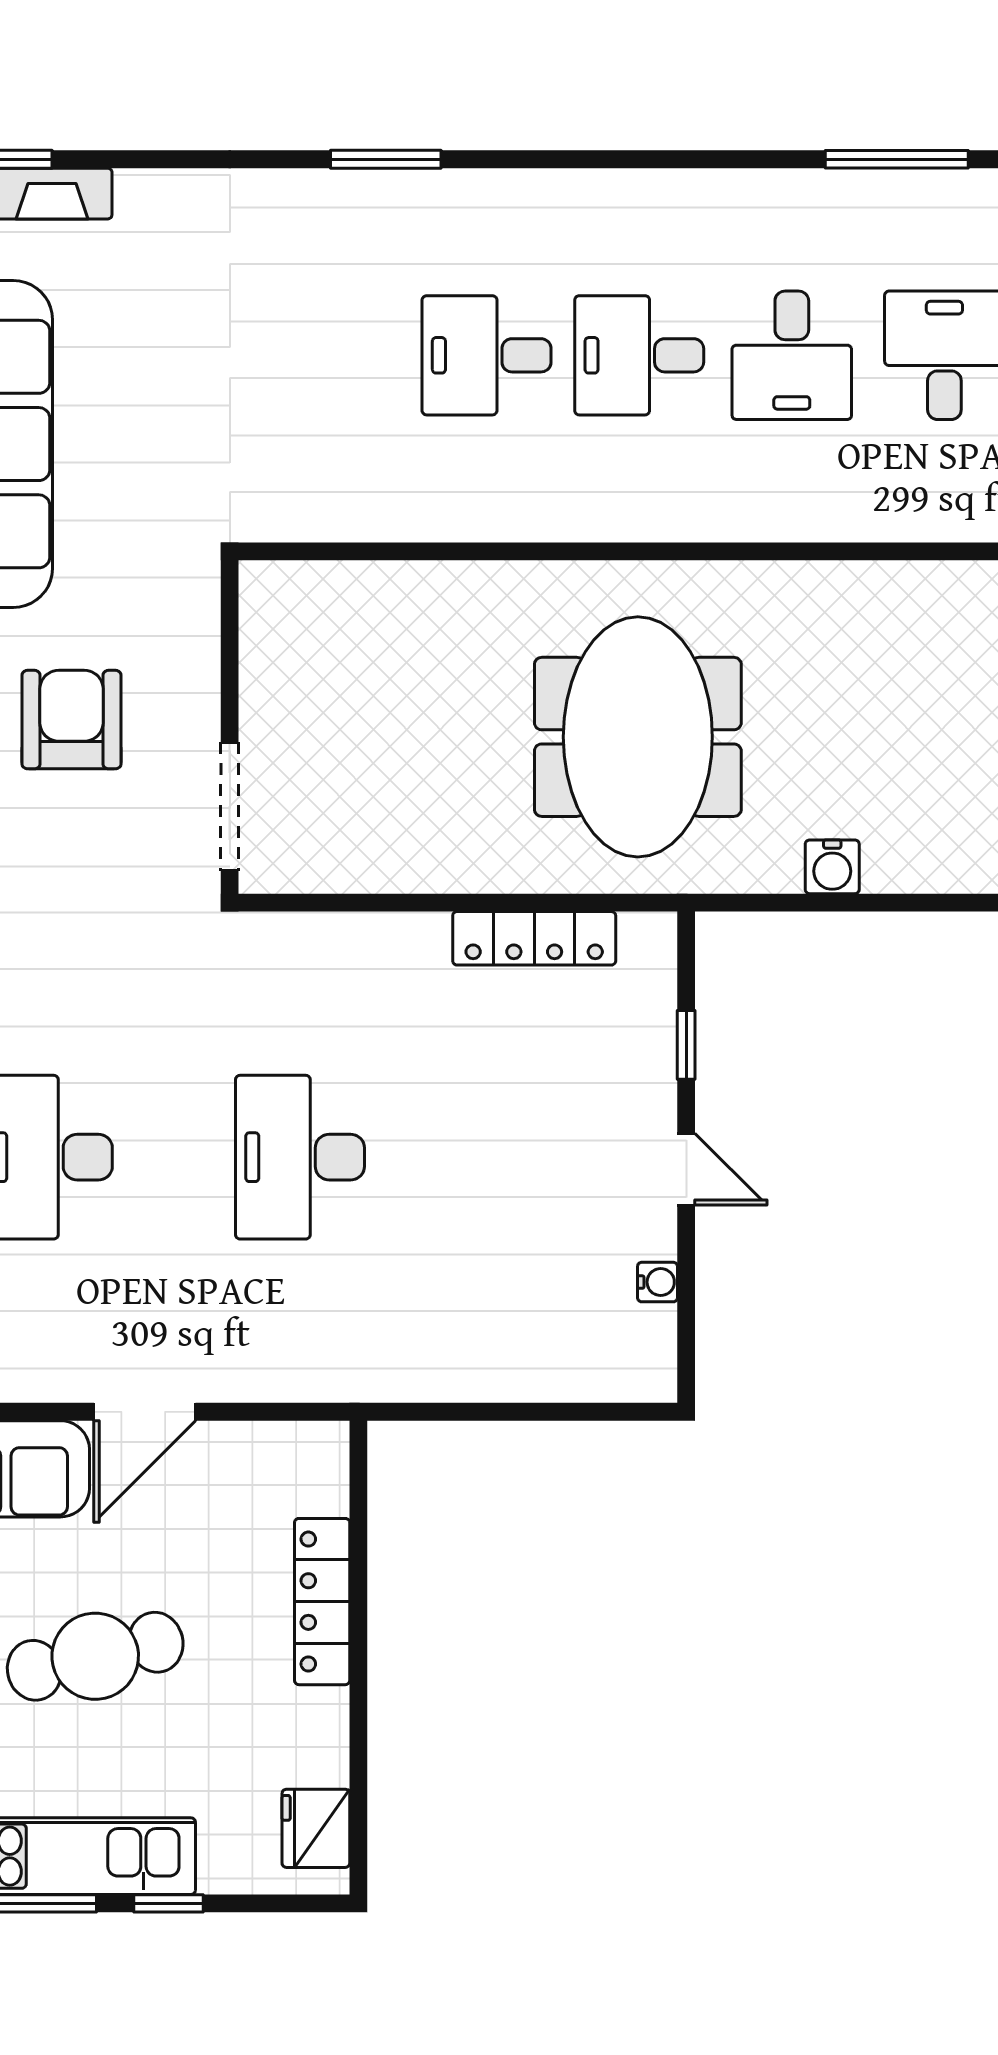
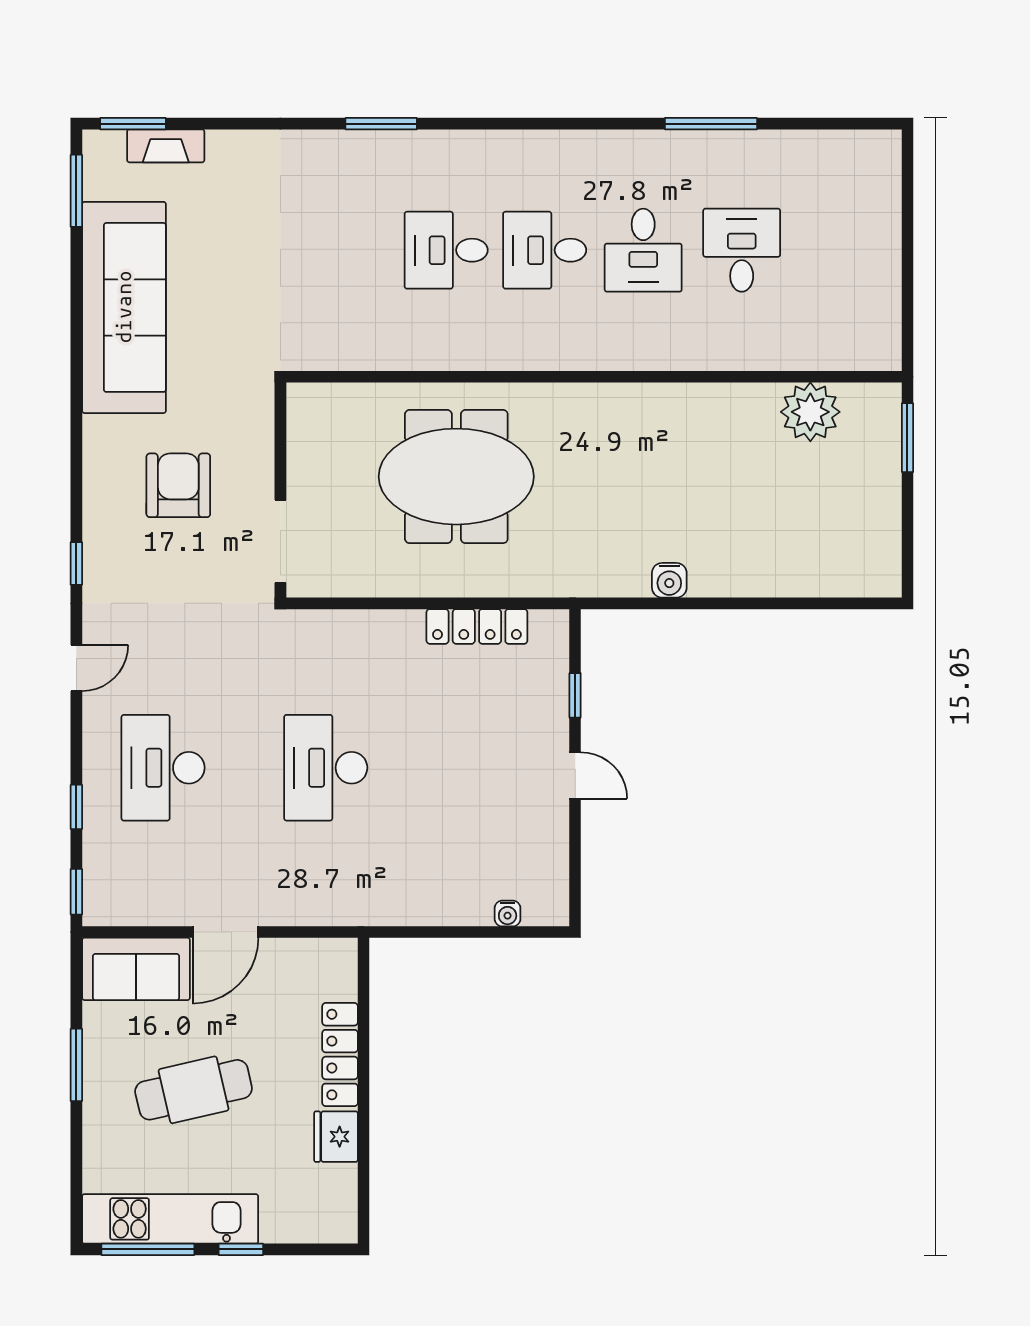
meeting table: (638, 737) -> (456, 477), moved, turned 90
water cooler: (657, 1282) -> (508, 914), moved, turned 90
fridge: (316, 1828) -> (336, 1137), moved

